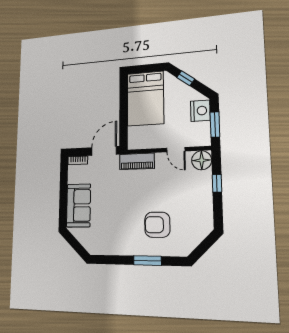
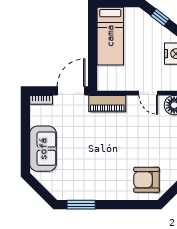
bed: (145, 99) -> (110, 36), width x0.67
armchair: (157, 225) -> (146, 180), moved
window: (147, 261) -> (81, 205), moved

